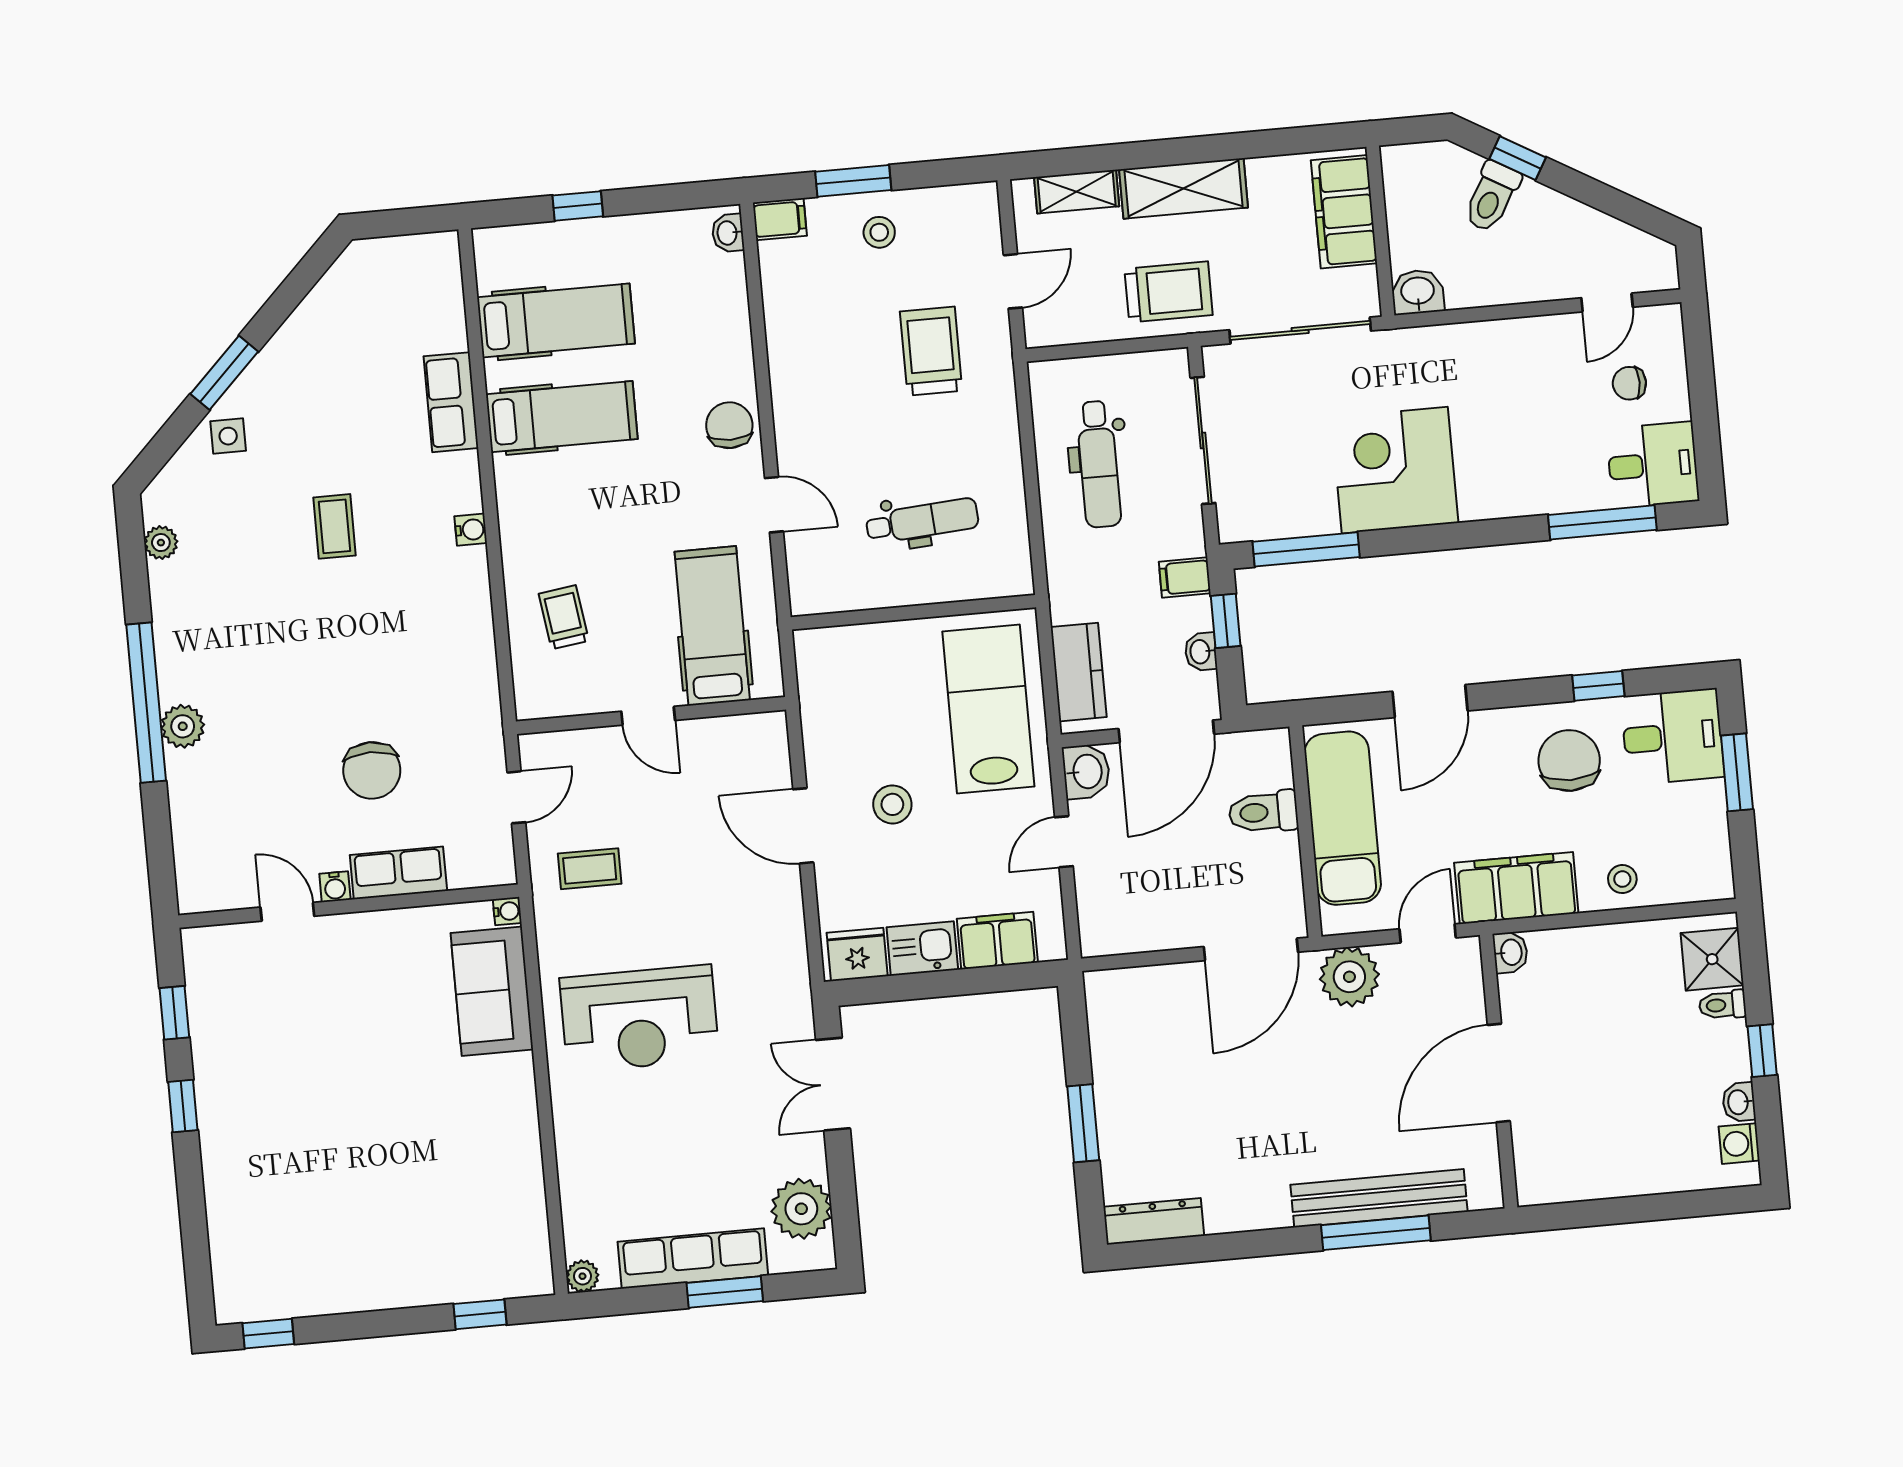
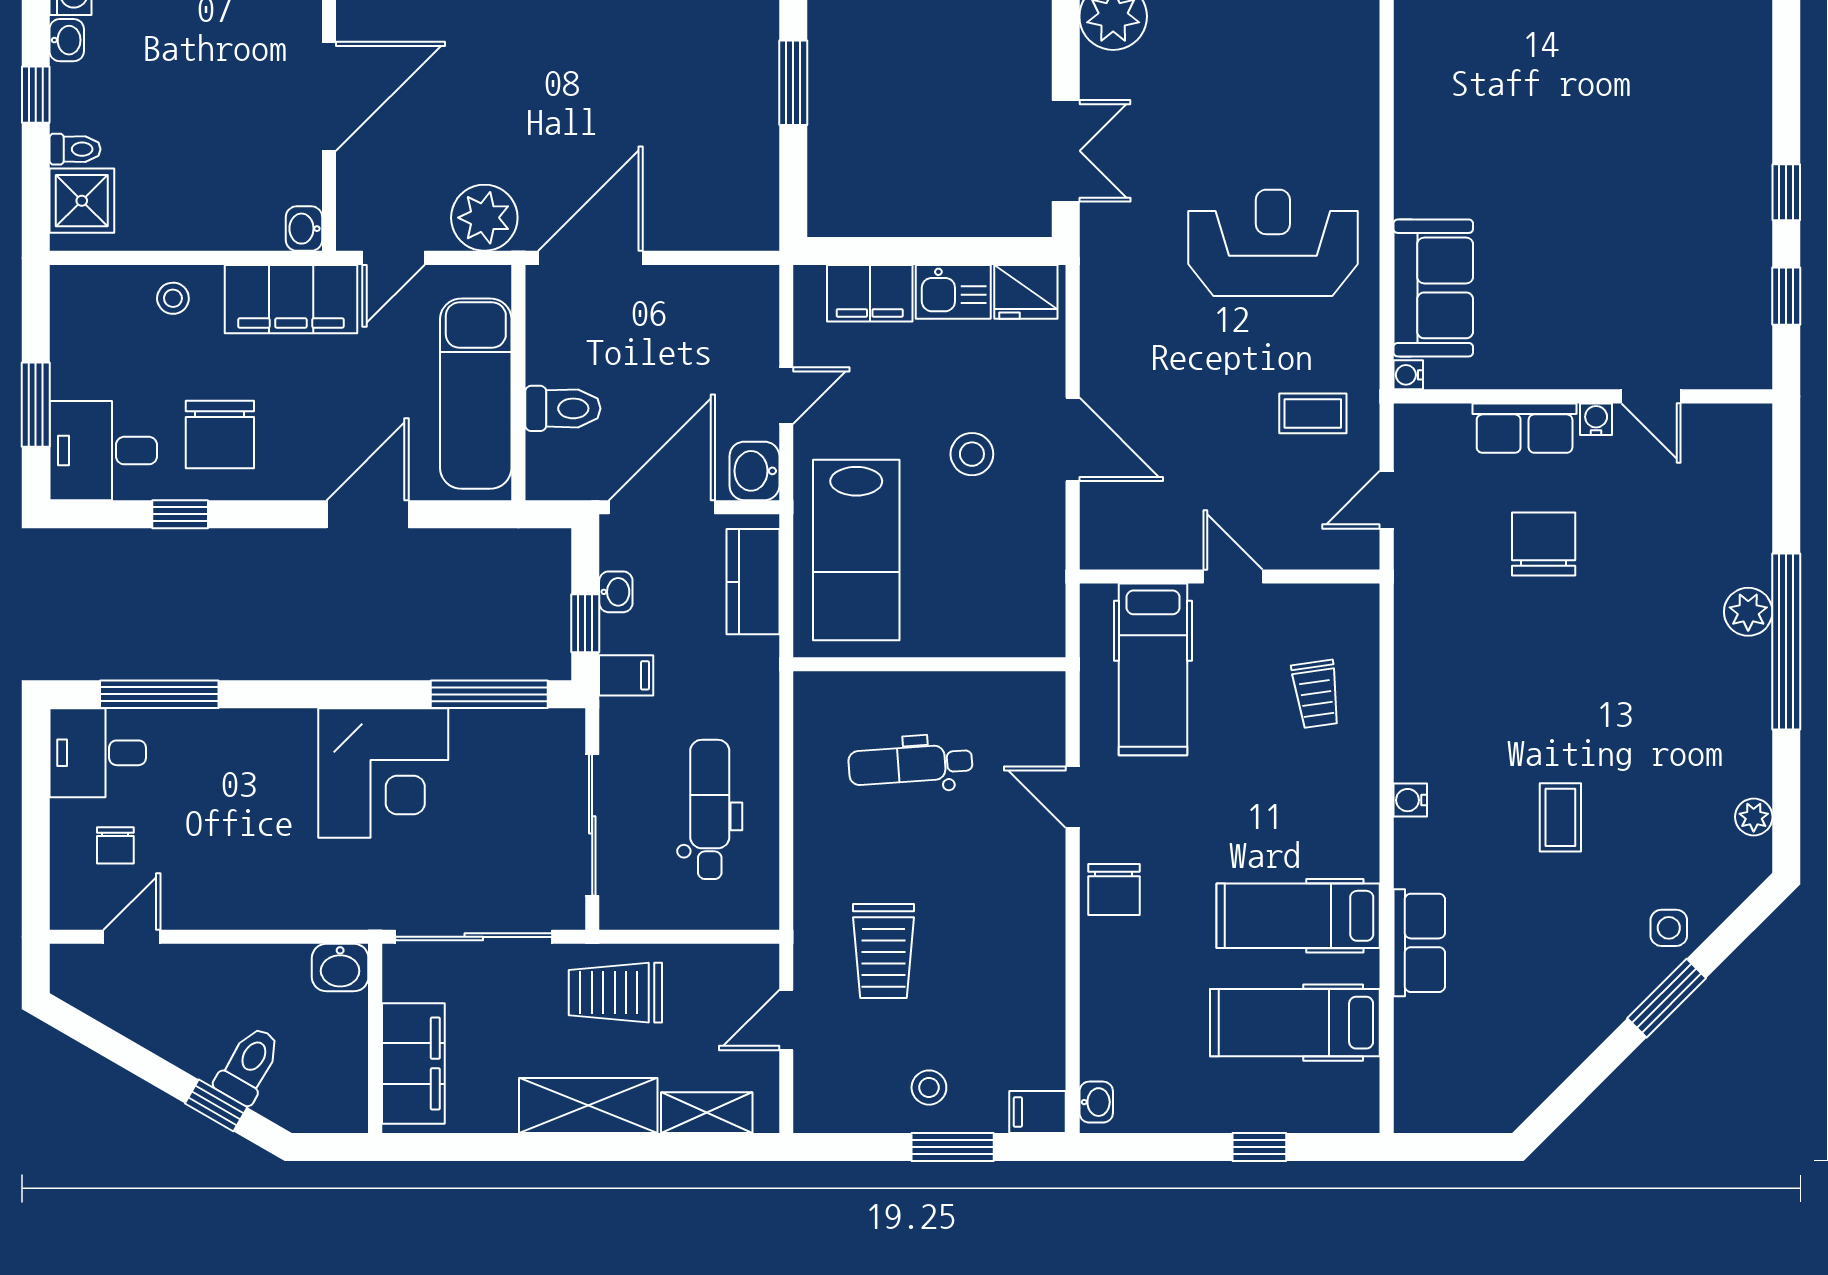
chair: (1629, 383) -> (115, 845), turned 90

